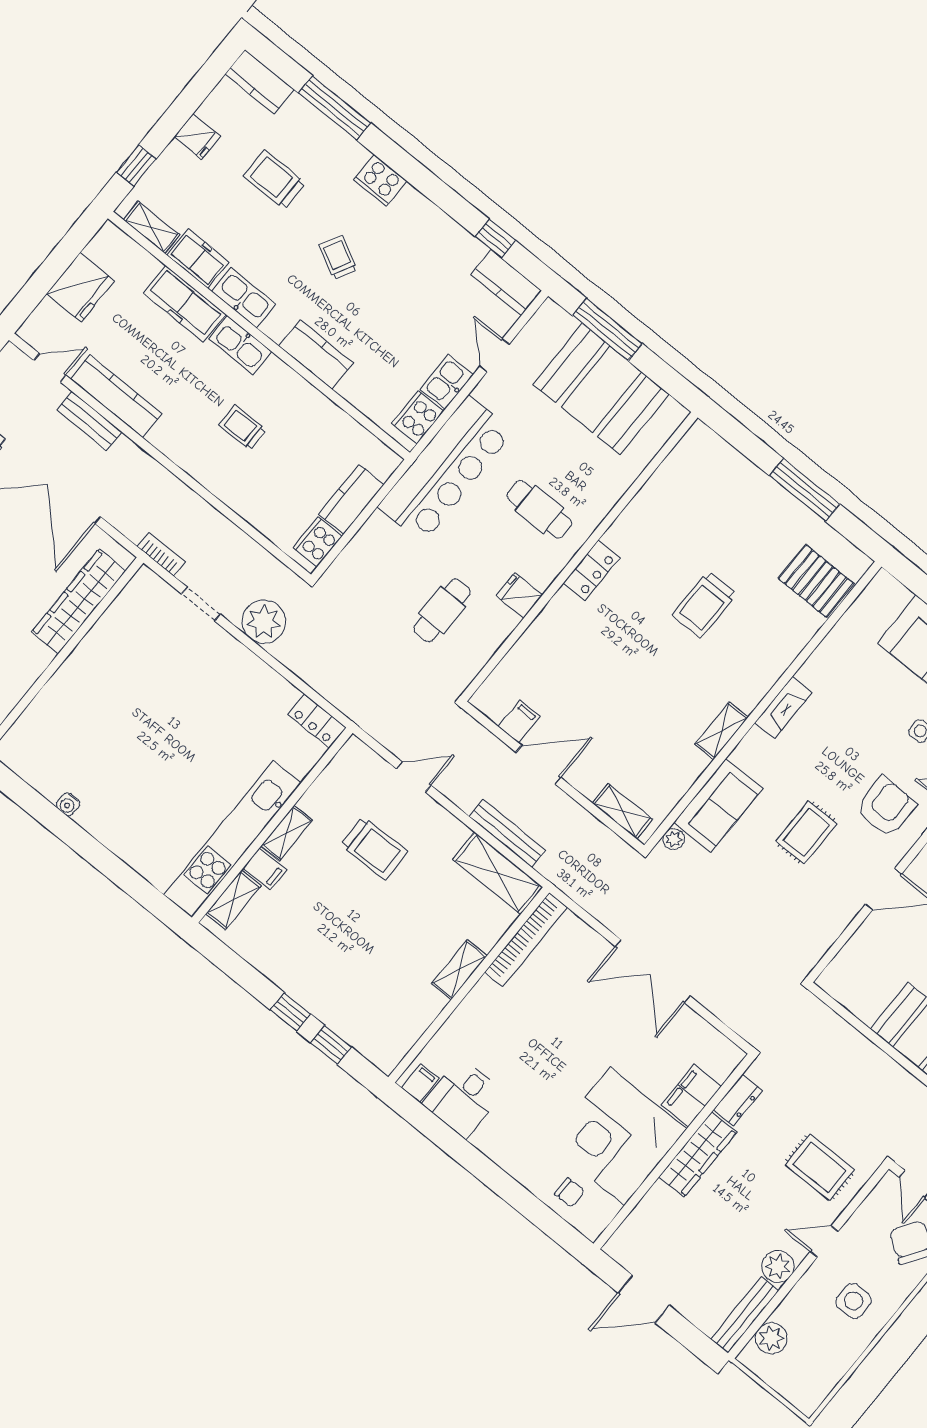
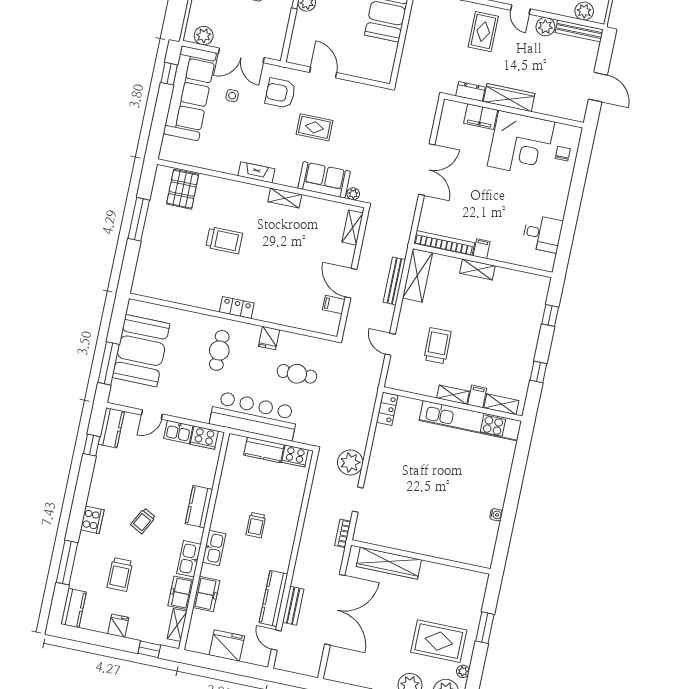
freezer: (185, 304) -> (206, 594), width x0.71
bar counter: (446, 469) -> (254, 416), moved
window: (290, 1012) -> (538, 372), moved
filing cabinet: (420, 1083) -> (482, 249), moved, turned 90

